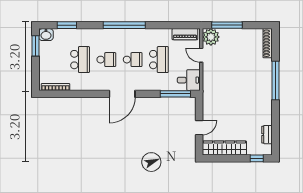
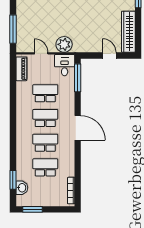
window: (124, 25) -> (13, 126), removed
washbasin: (46, 35) -> (22, 188), moved
plant: (211, 37) -> (64, 44), moved
door: (201, 55) -> (41, 53), swing flipped
school desk: (106, 60) -> (45, 143), width x1.85
school desk: (133, 60) -> (45, 118), width x1.85

